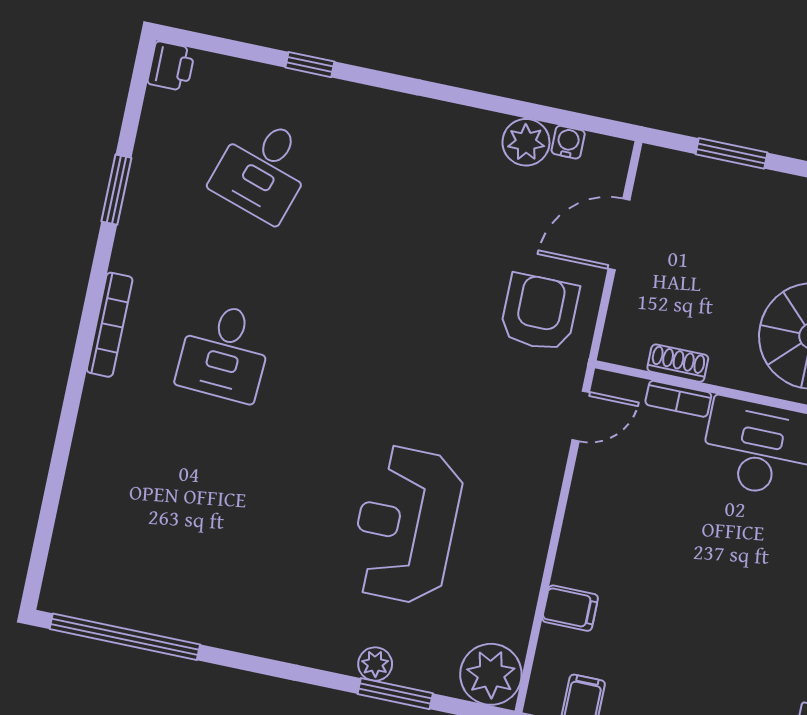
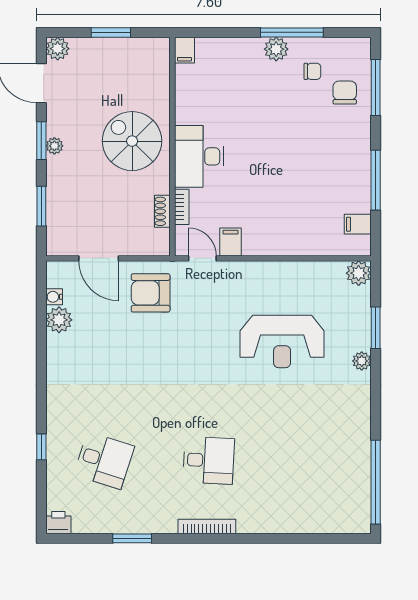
filing cabinet: (570, 608) -> (230, 242), moved
plant: (375, 664) -> (362, 361), moved
plant: (491, 674) -> (359, 273), width x0.73, depth x0.73

